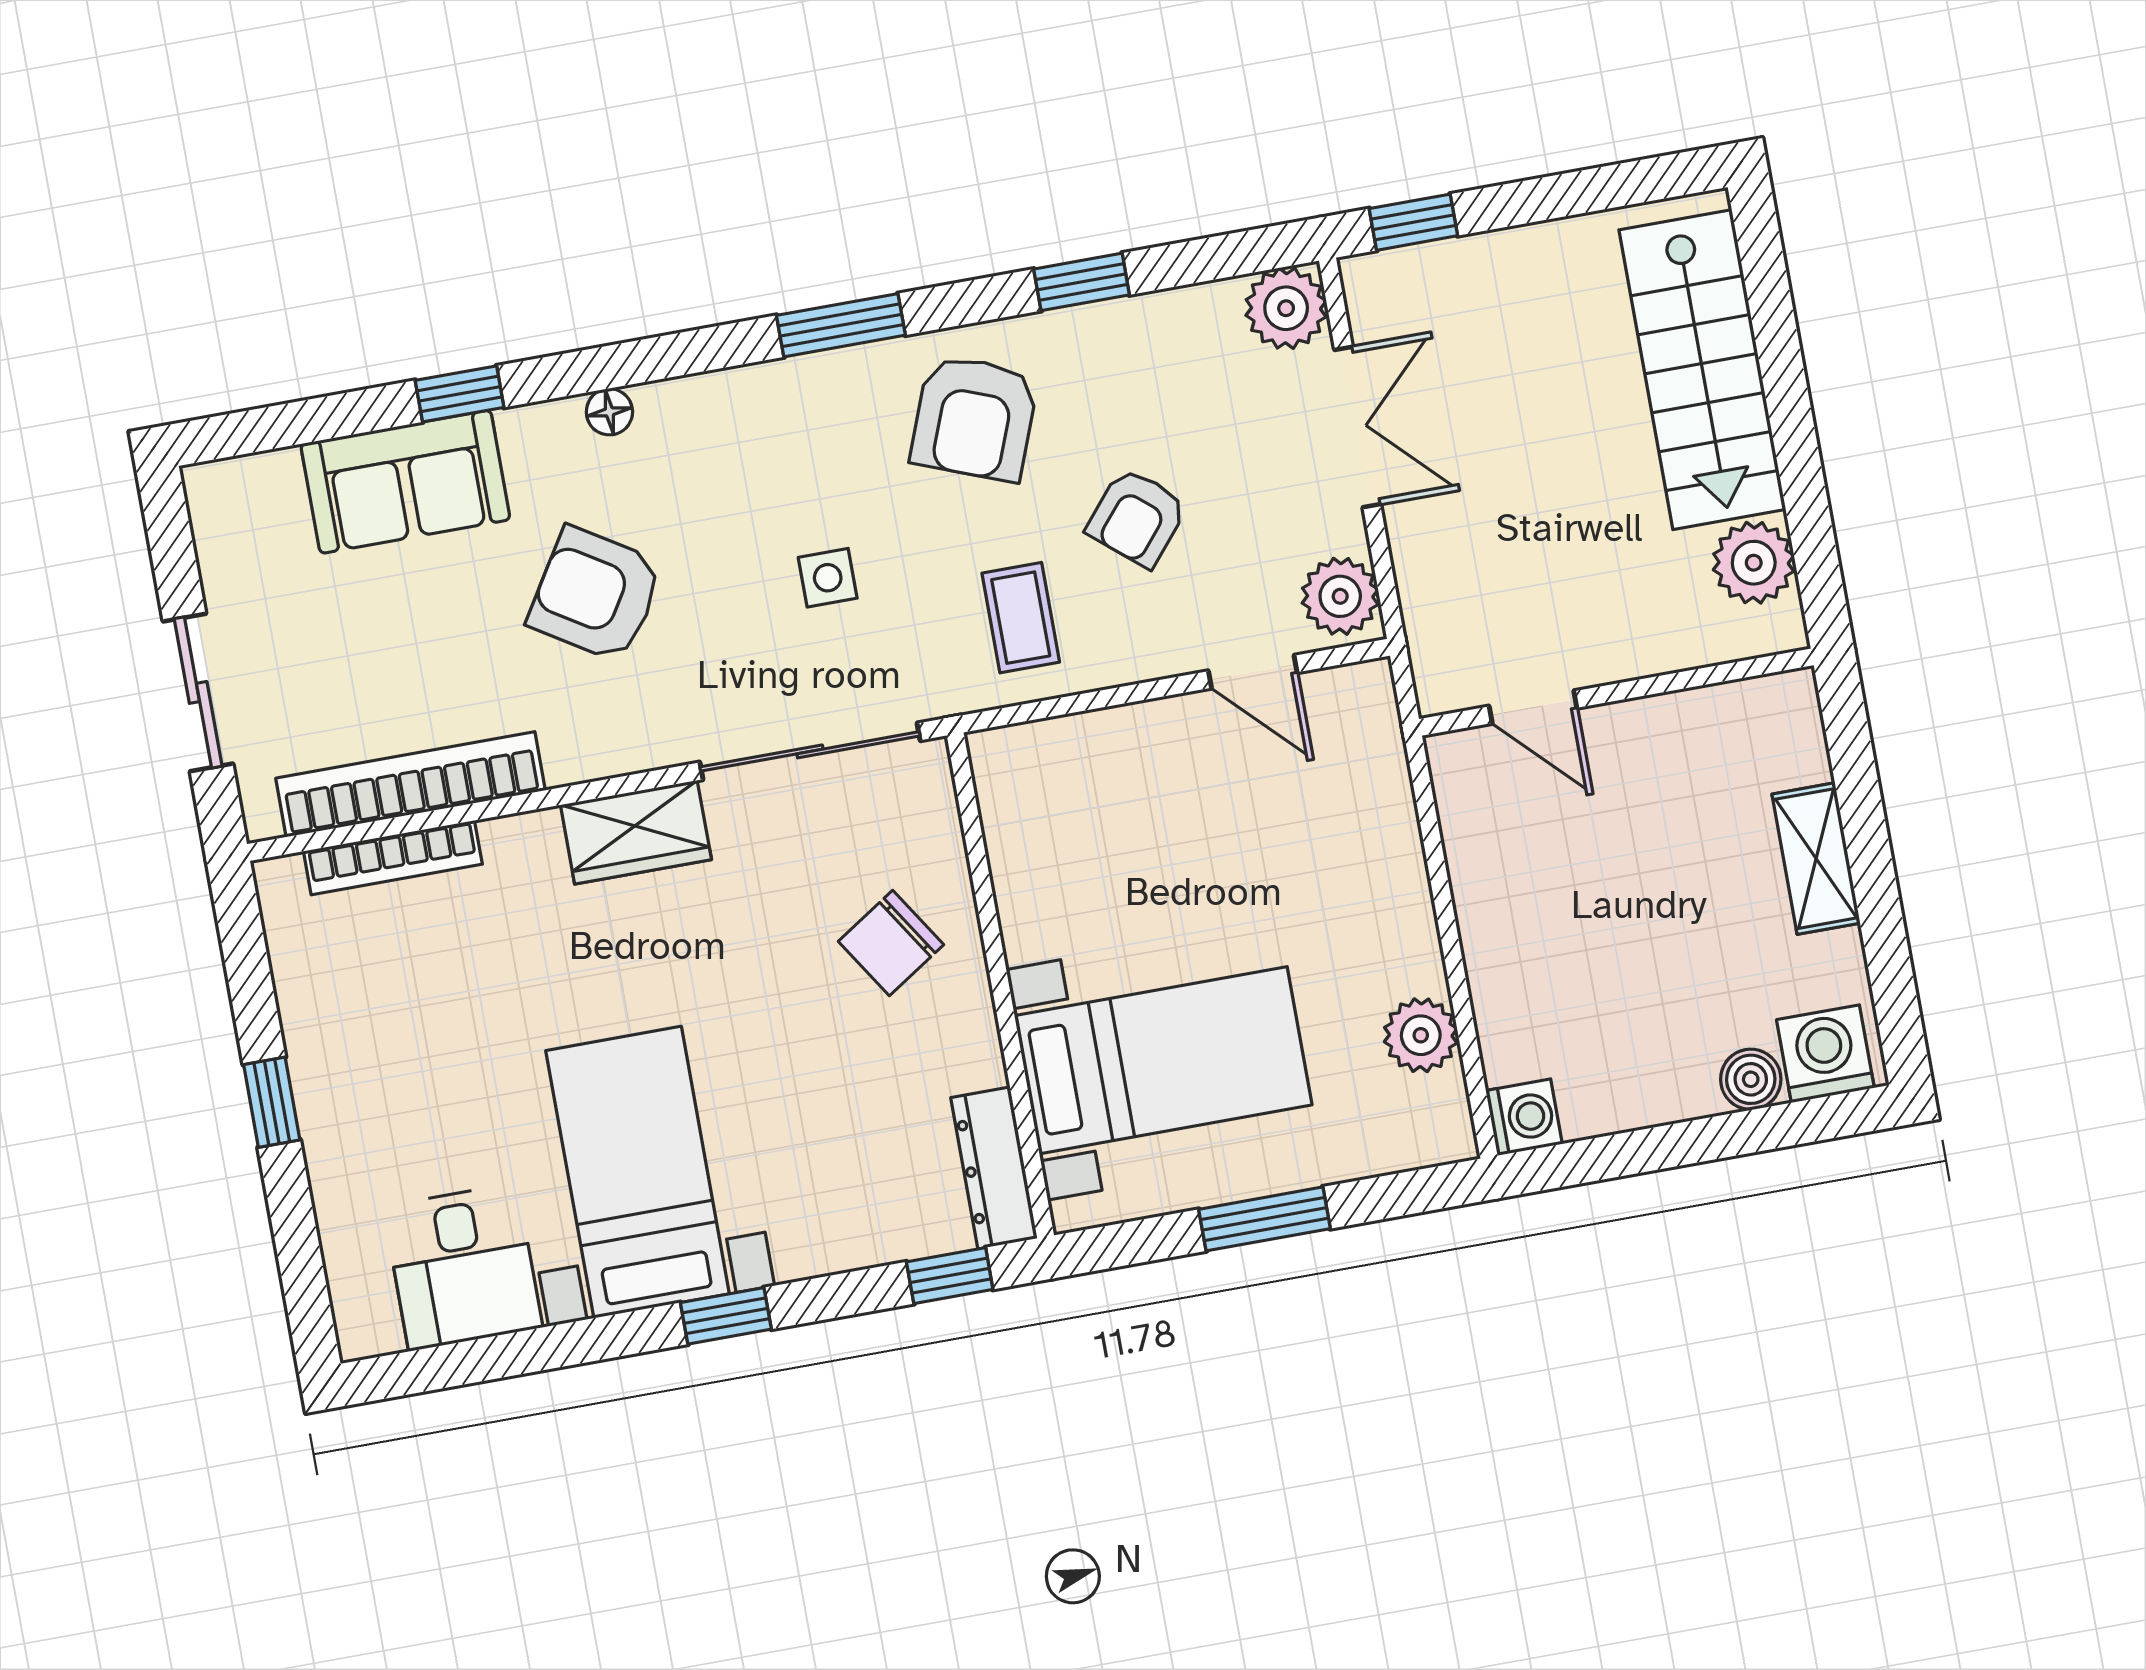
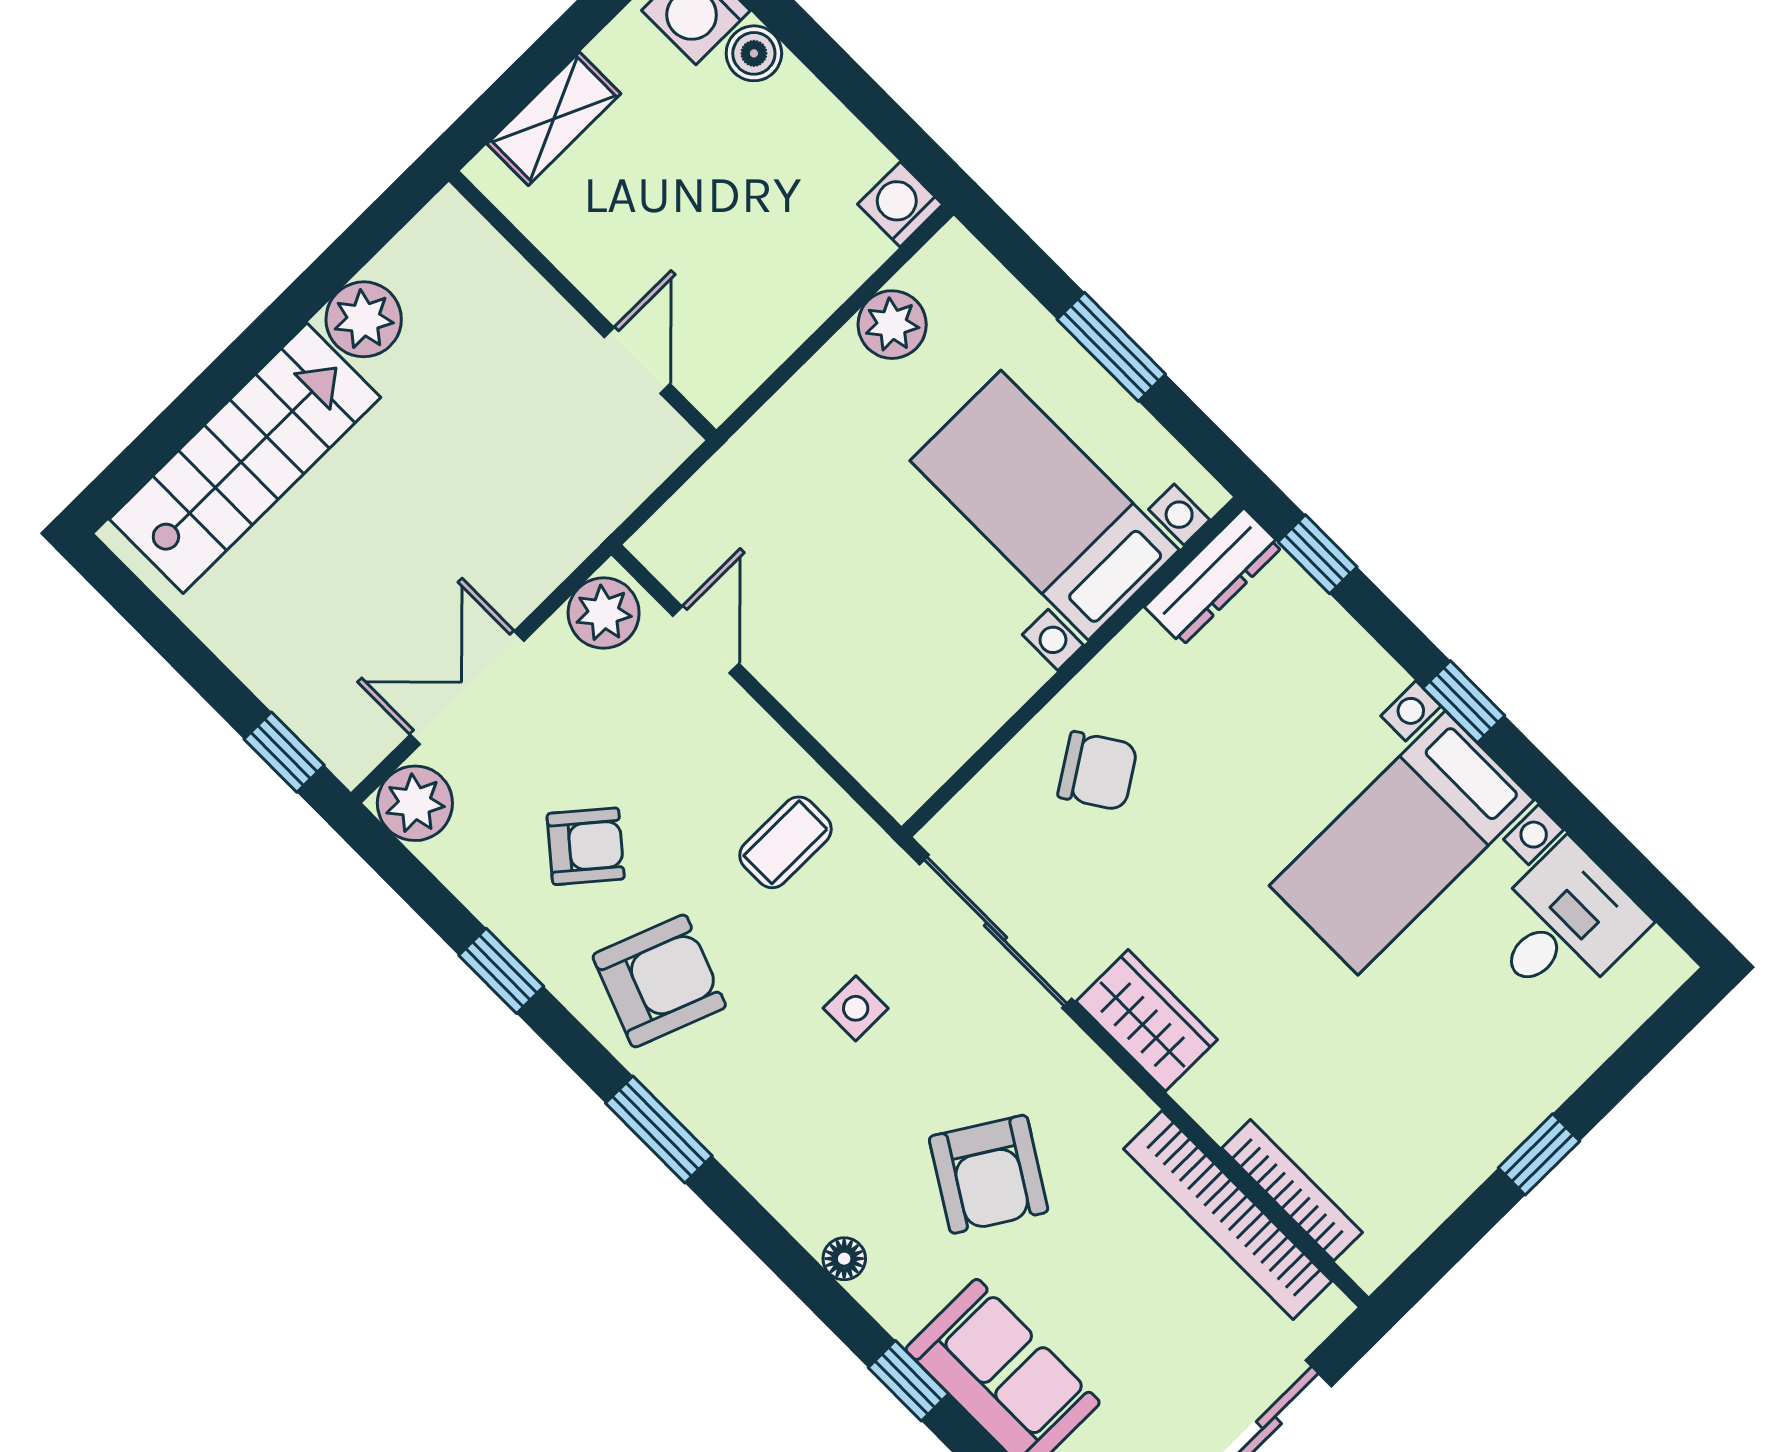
armchair: (1137, 517) -> (586, 846), moved
wall: (1616, 692) -> (583, 306), moved
door: (1533, 707) -> (637, 361), moved

